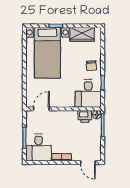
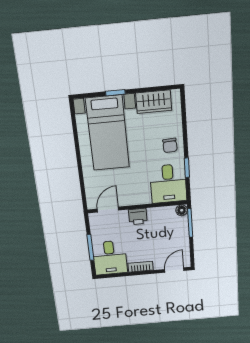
printer: (85, 116) -> (138, 216), moved
door: (88, 163) -> (174, 270), swing flipped

